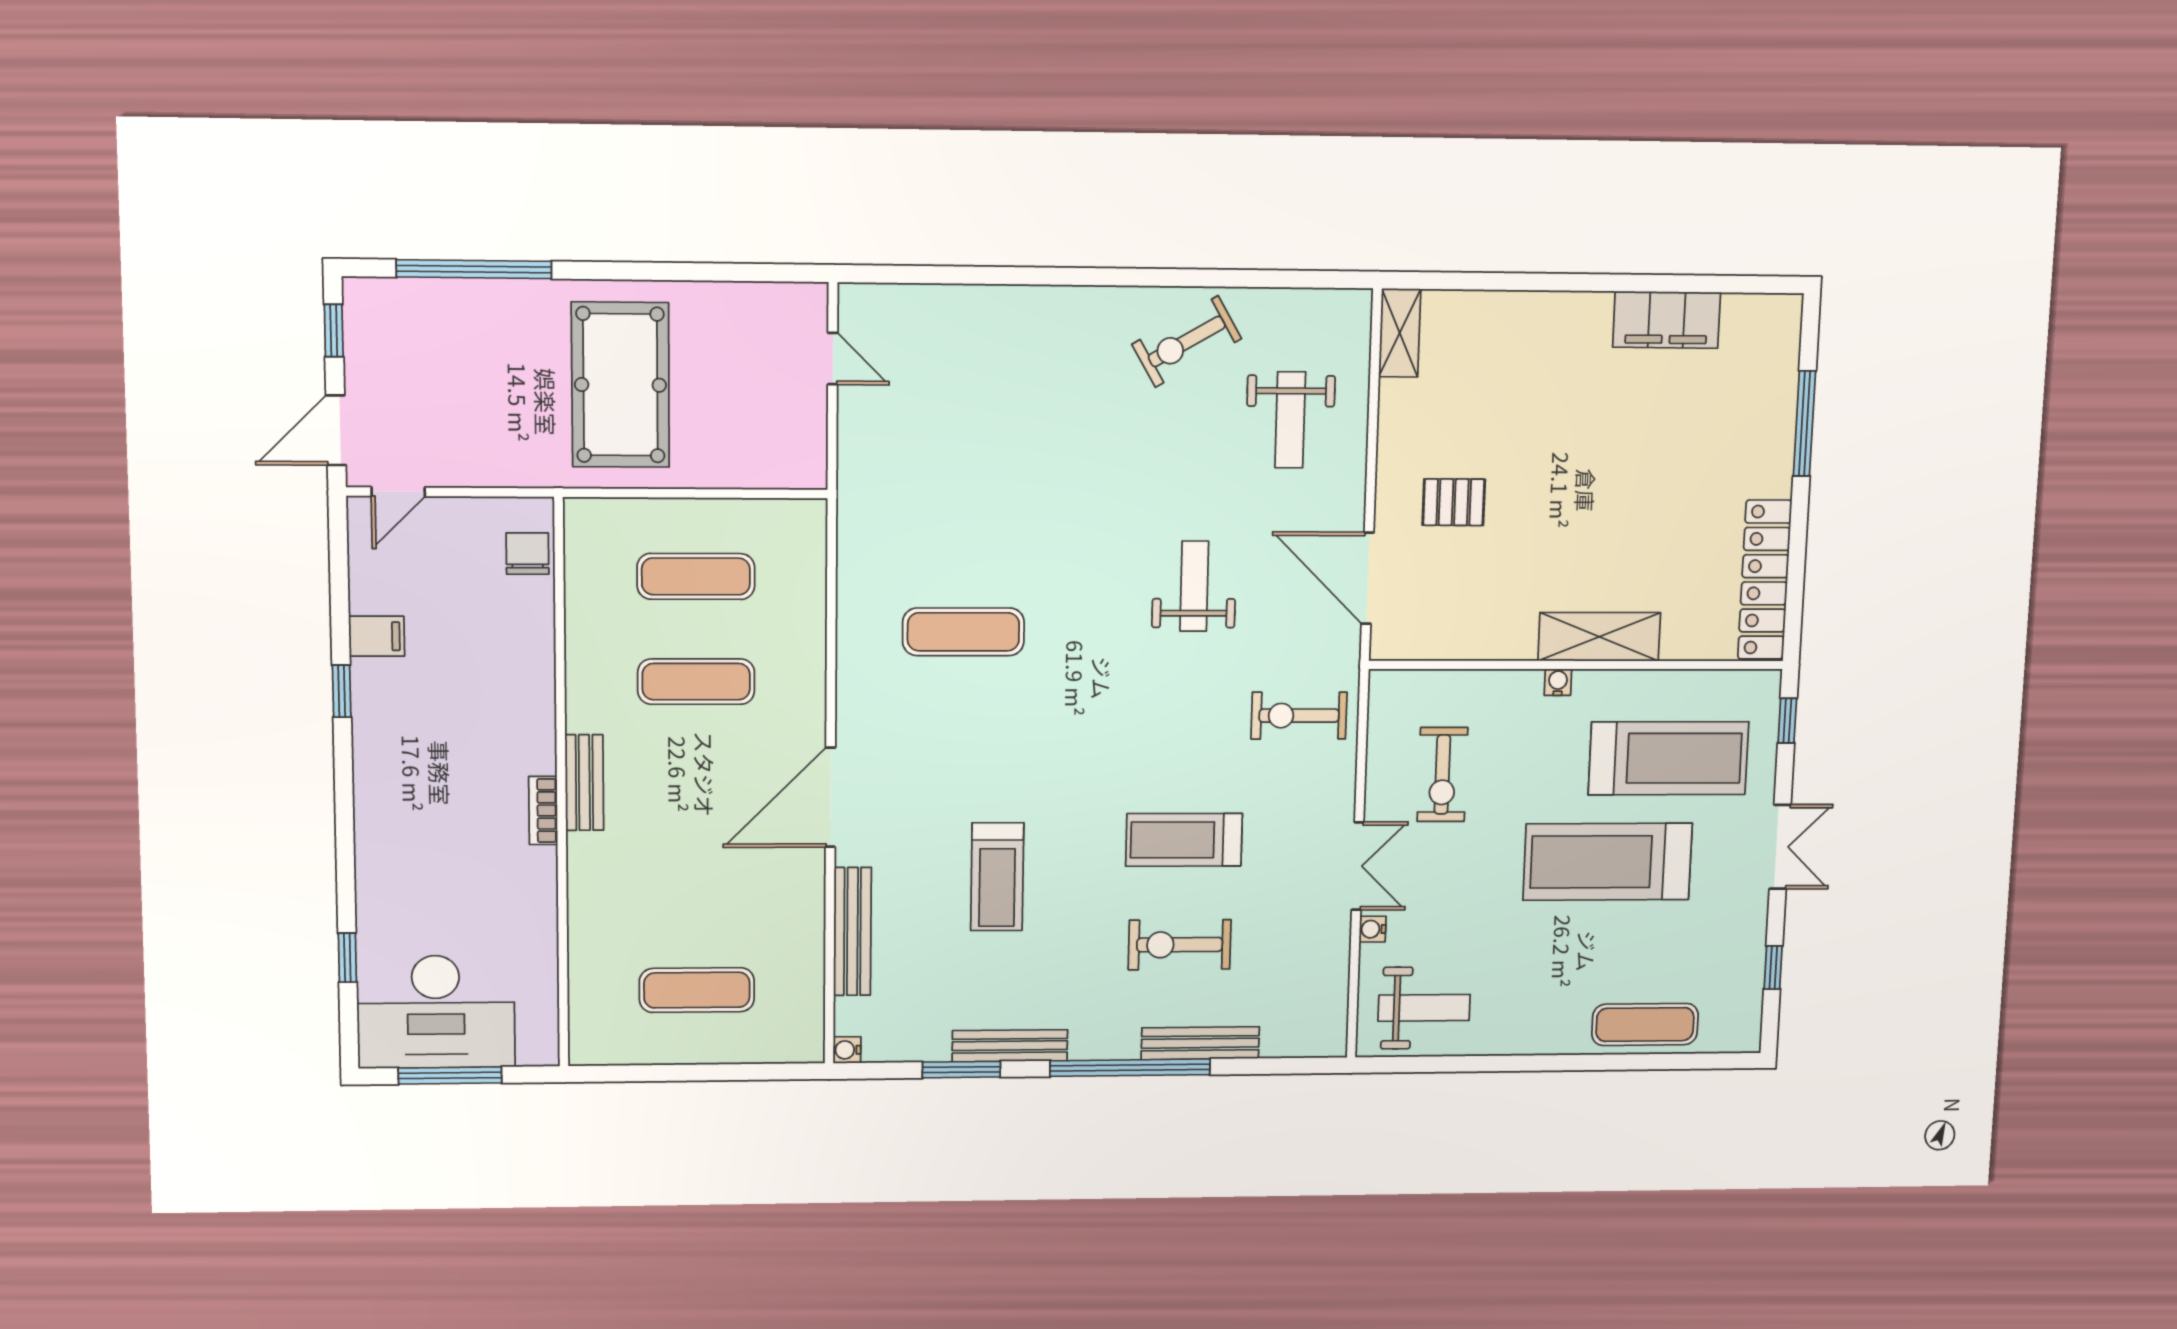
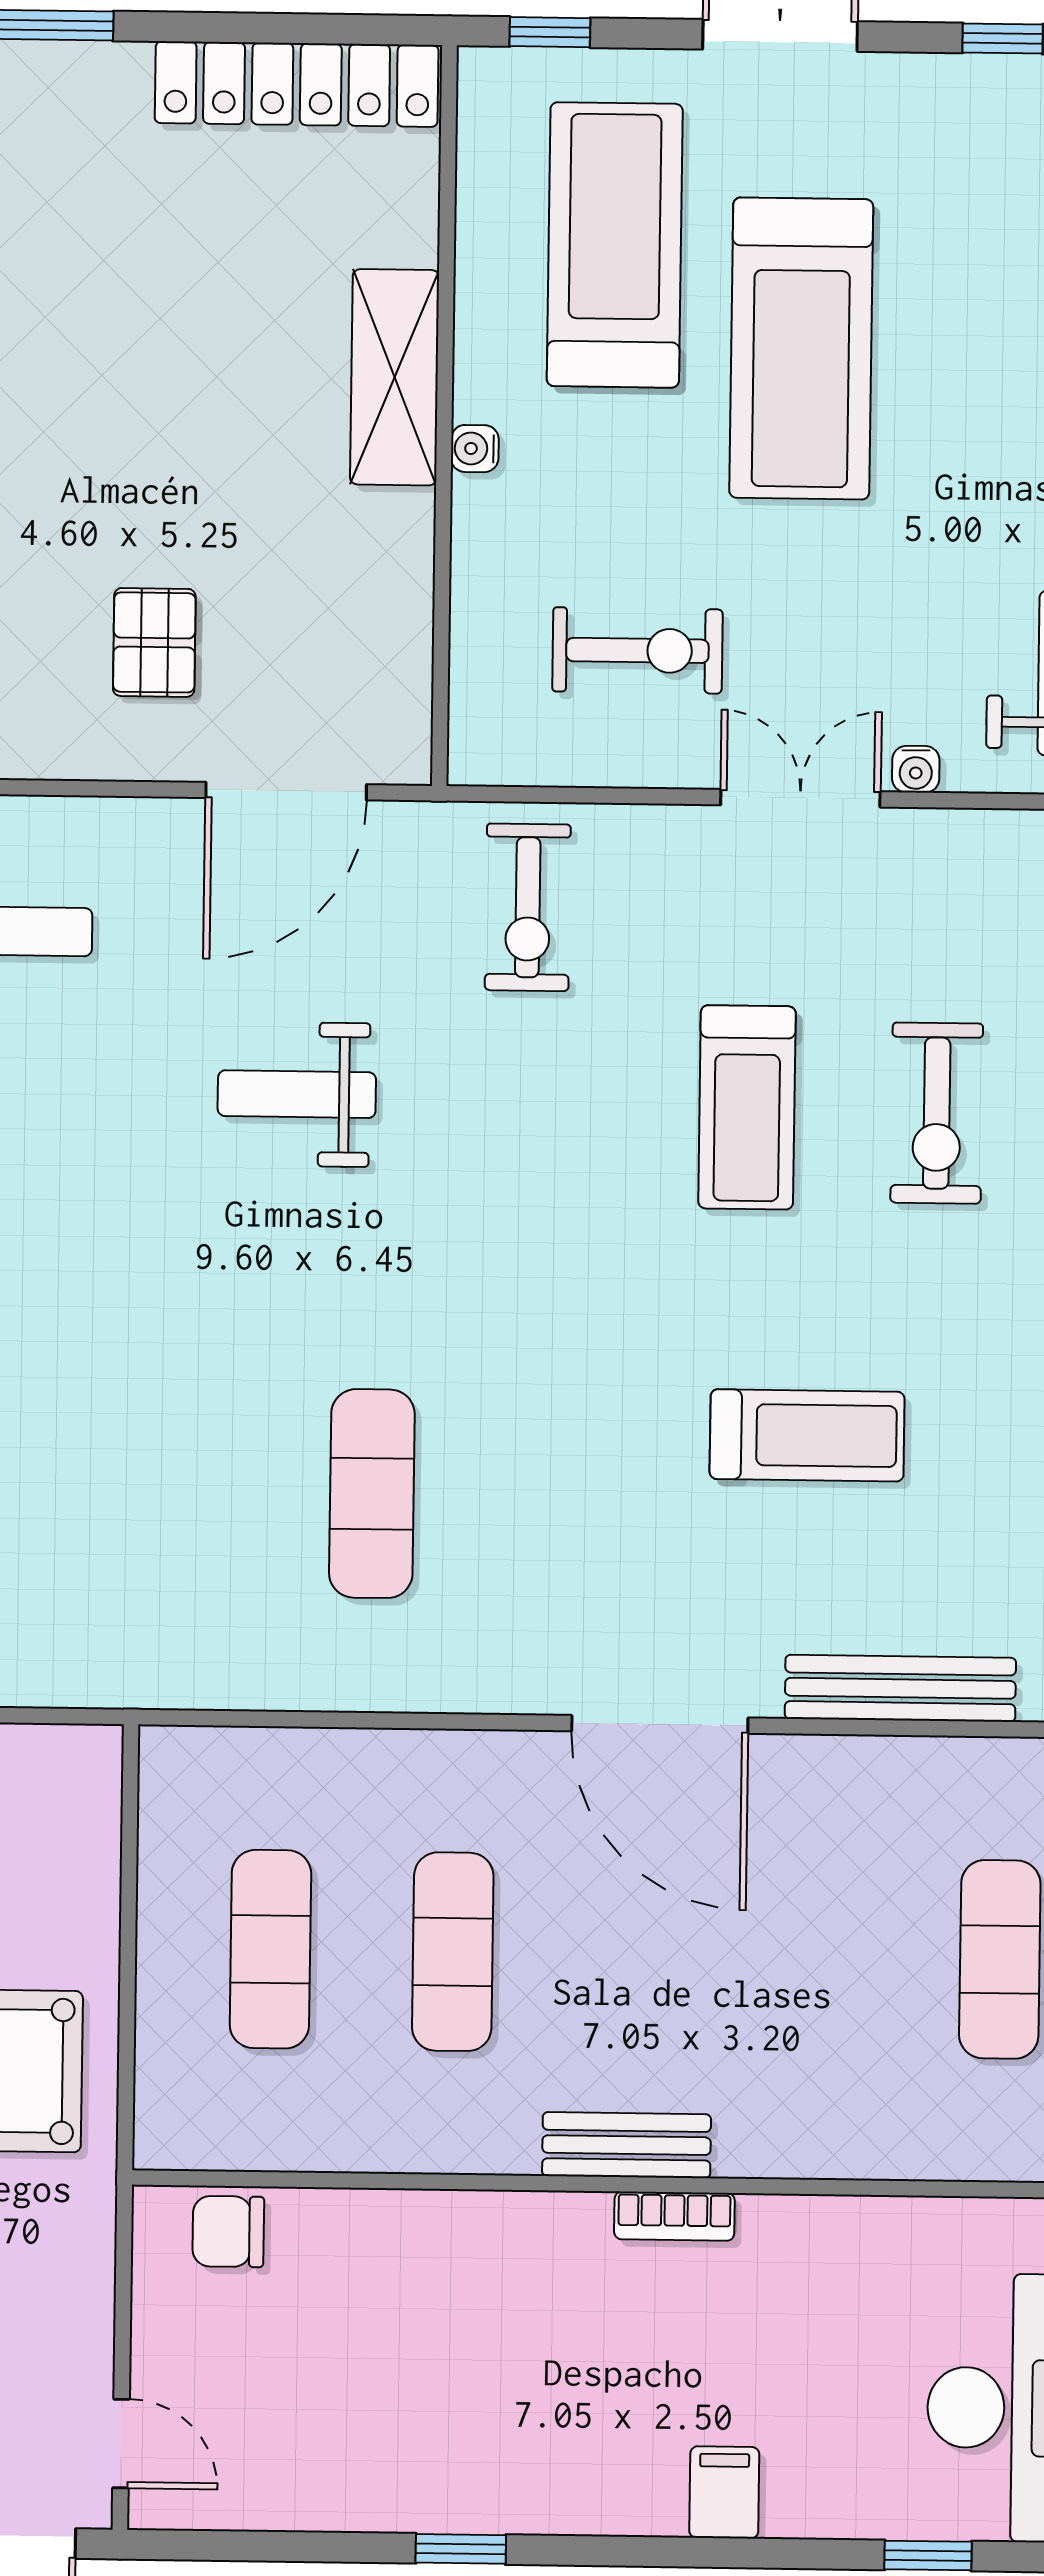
filing cabinet: (377, 636) -> (724, 2492), moved

